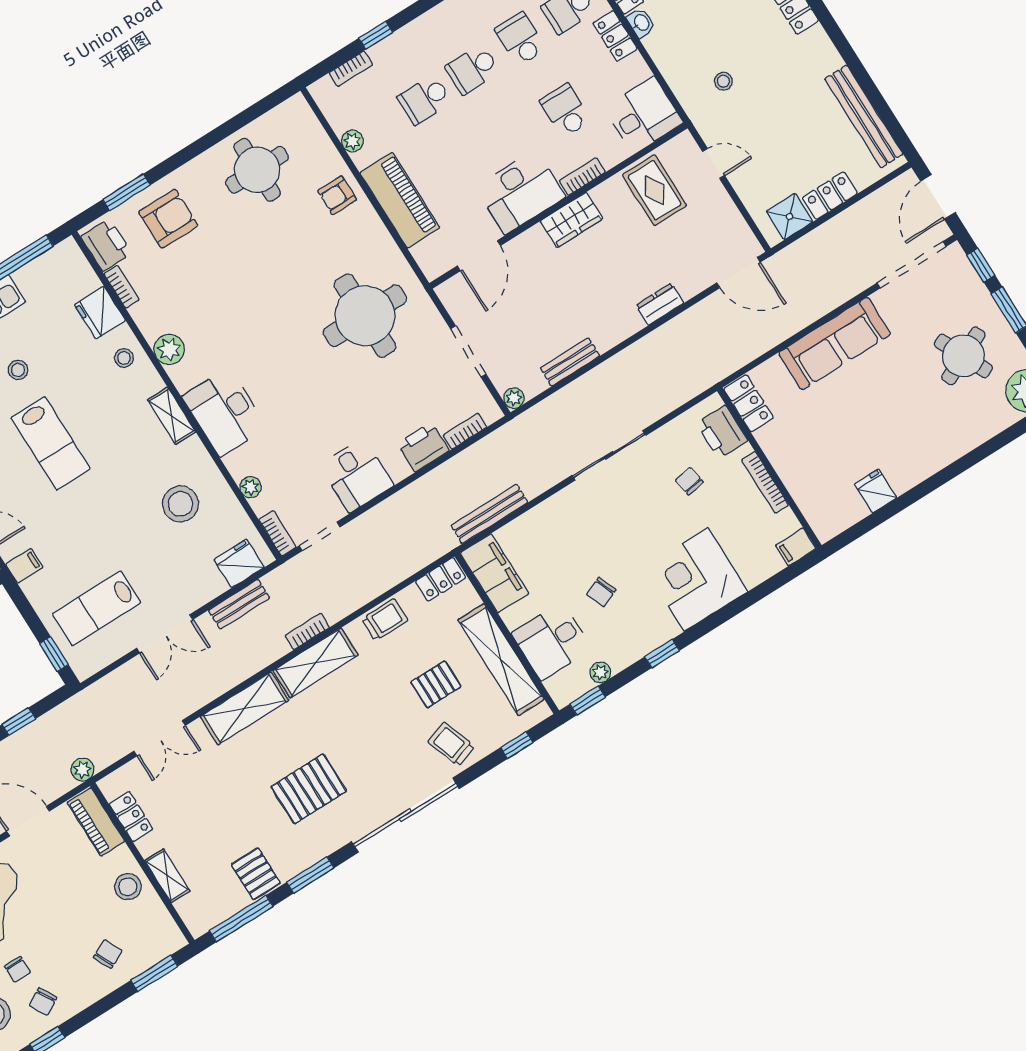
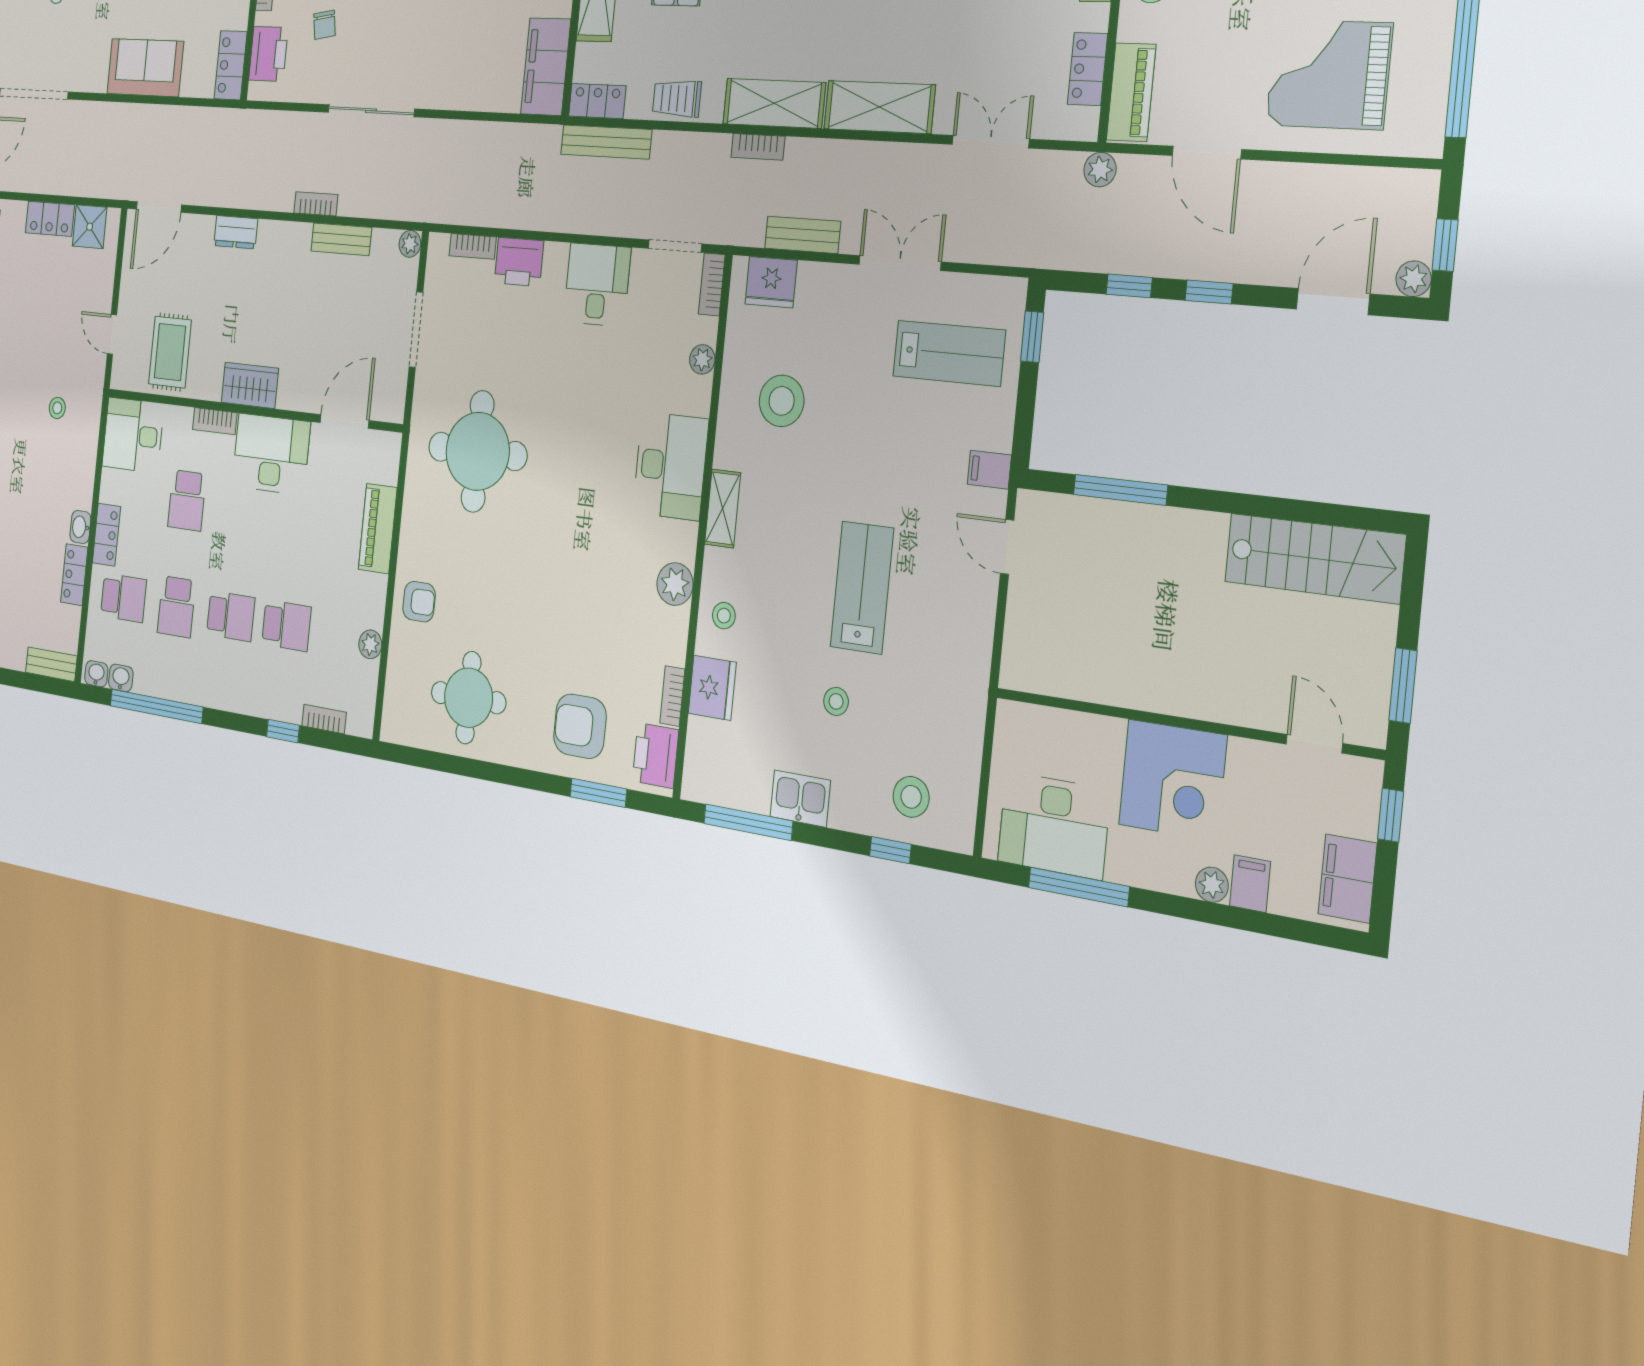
piano: (400, 200) -> (378, 528), width x0.73, depth x0.75
door: (738, 273) -> (159, 207), swing flipped
sofa: (835, 344) -> (145, 68), width x0.73
bookcase: (608, 369) -> (316, 204), added
bench: (489, 514) -> (606, 142), moved

